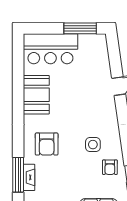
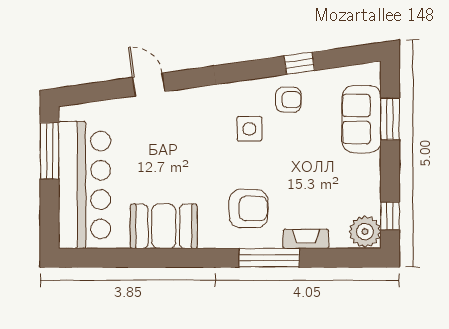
bar counter: (50, 49) -> (85, 185), width x1.36
window: (18, 175) -> (269, 258), moved

